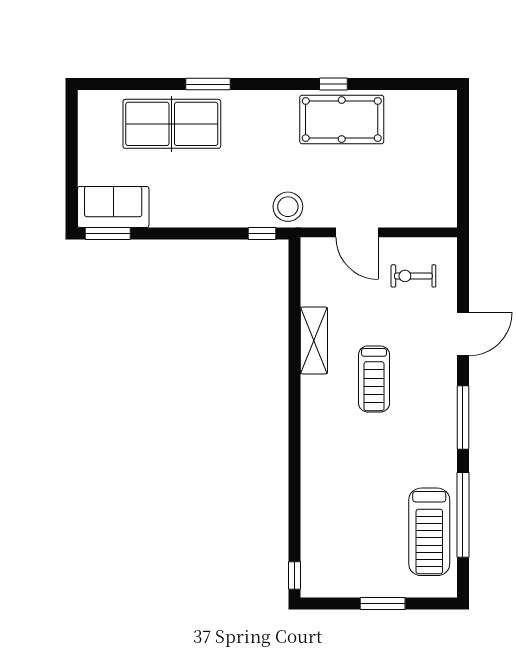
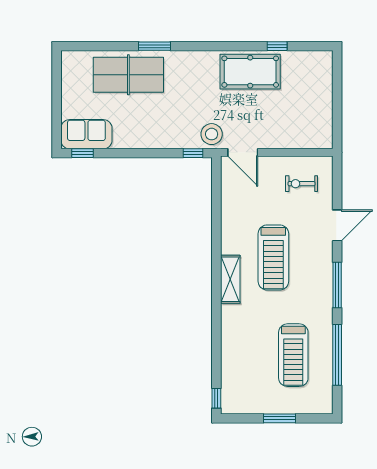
window: (333, 84) -> (277, 46), moved
door: (357, 232) -> (243, 152), moved
window: (108, 233) -> (83, 153), width x0.67
shelving: (314, 340) -> (230, 279), moved
treadmill: (374, 379) -> (273, 257), width x1.37, depth x1.38
treadmill: (429, 532) -> (293, 355), moved

